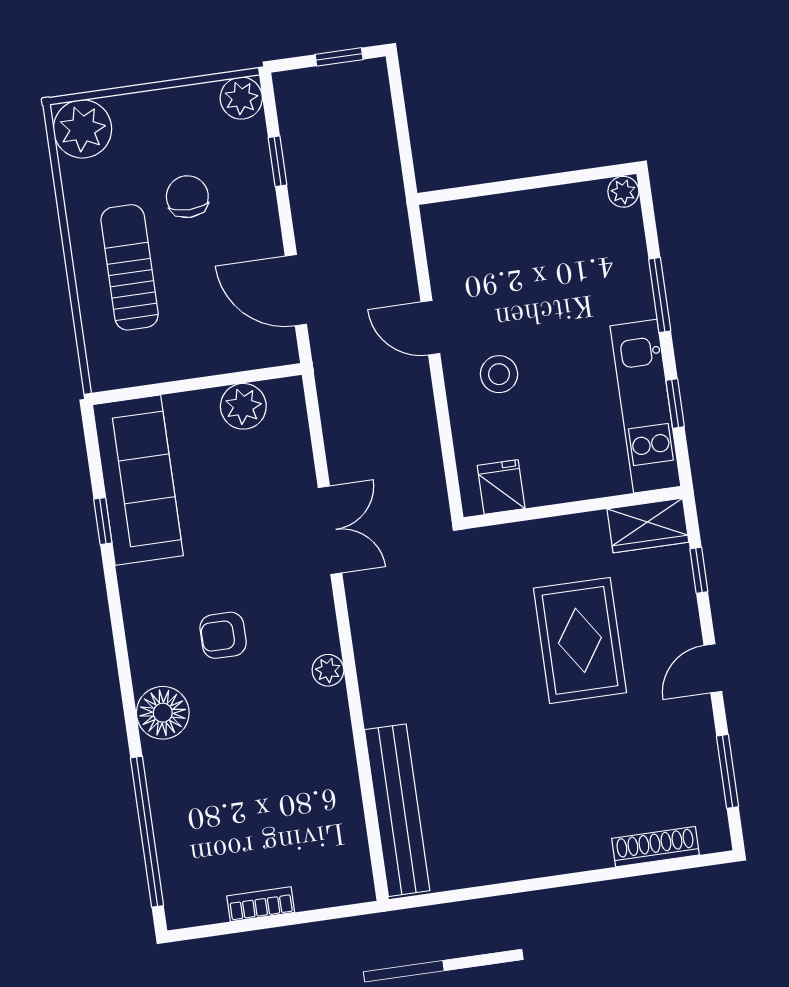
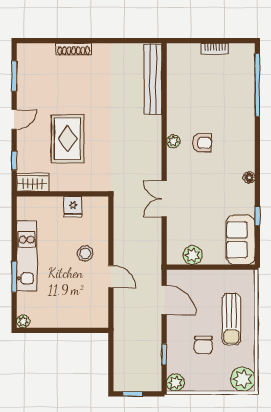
window: (675, 403) -> (14, 231), removed
kitchen unit: (645, 406) -> (27, 256), moved
sofa: (138, 480) -> (241, 240), width x0.73
fridge: (501, 487) -> (73, 207), moved
armchair: (223, 635) -> (202, 143), moved
floor lamp: (163, 713) -> (249, 178), moved, width x0.53, depth x0.53
shoe rack: (655, 847) -> (74, 49), moved

